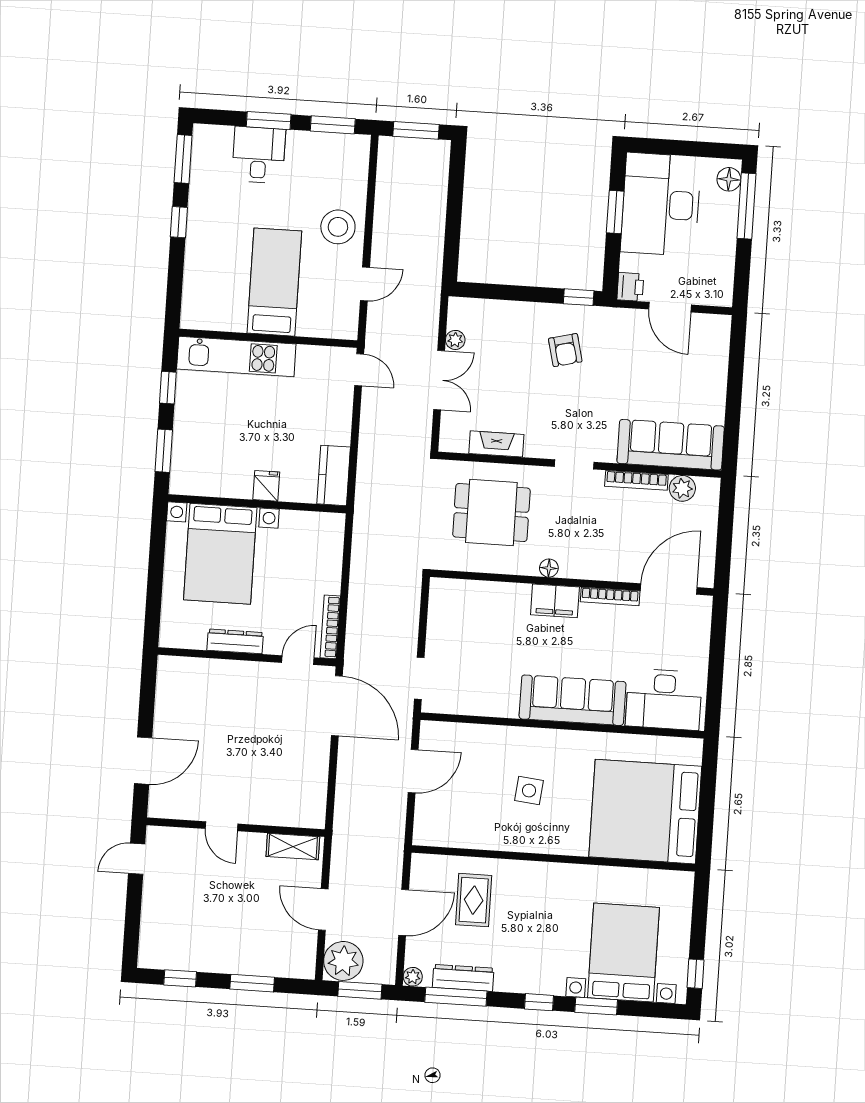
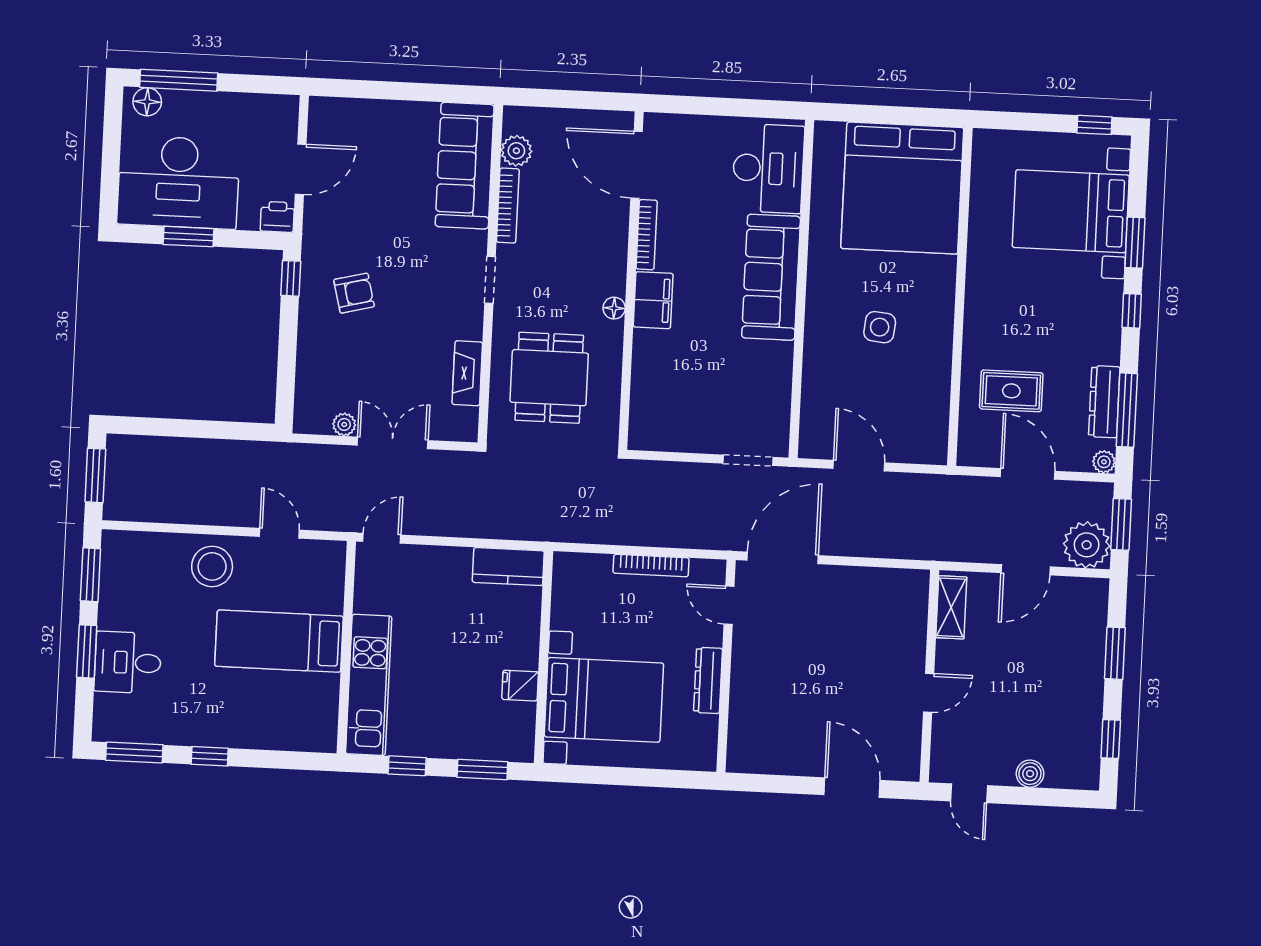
fridge: (266, 486) -> (520, 686), moved
bookcase: (330, 627) -> (651, 566), moved
boiler: (152, 910) -> (1030, 774), added

